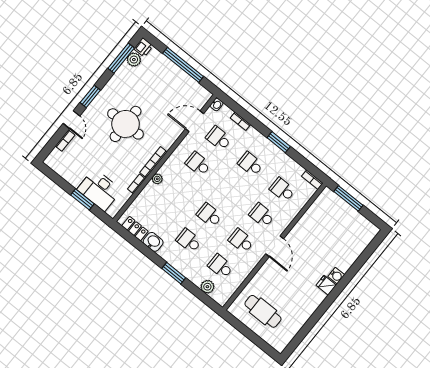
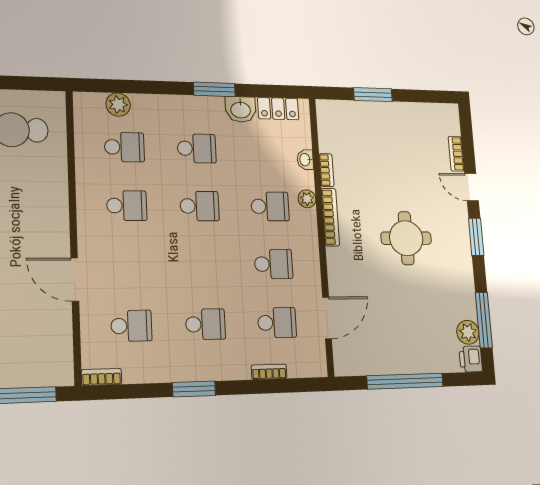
washbasin: (217, 104) -> (305, 160), moved
round table: (126, 124) -> (406, 238), width x0.73, depth x0.73
desk: (99, 190) -> (364, 124), removed
school desk: (262, 215) -> (270, 206), moved
door: (275, 246) -> (75, 280), moved
window: (174, 273) -> (214, 89), moved

